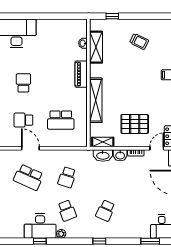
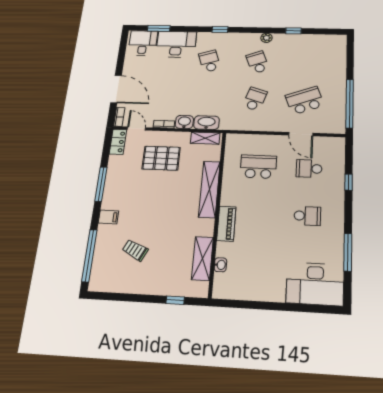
trolley: (139, 41) -> (135, 250), moved
school desk: (23, 83) -> (307, 216), turned -90
school desk: (23, 120) -> (309, 169), turned 180
door: (157, 148) -> (136, 129), swing flipped
school desk: (29, 177) -> (305, 100), turned -45
school desk: (105, 211) -> (210, 61), turned -42
desk: (40, 226) -> (176, 44), moved

